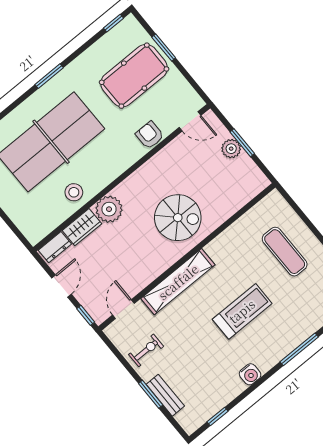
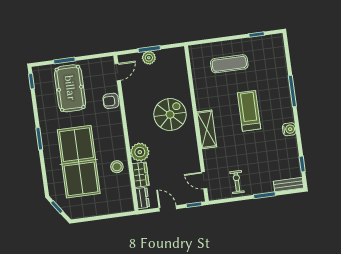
shelving: (178, 282) -> (207, 129), width x0.68
bench: (165, 395) -> (288, 185), moved

